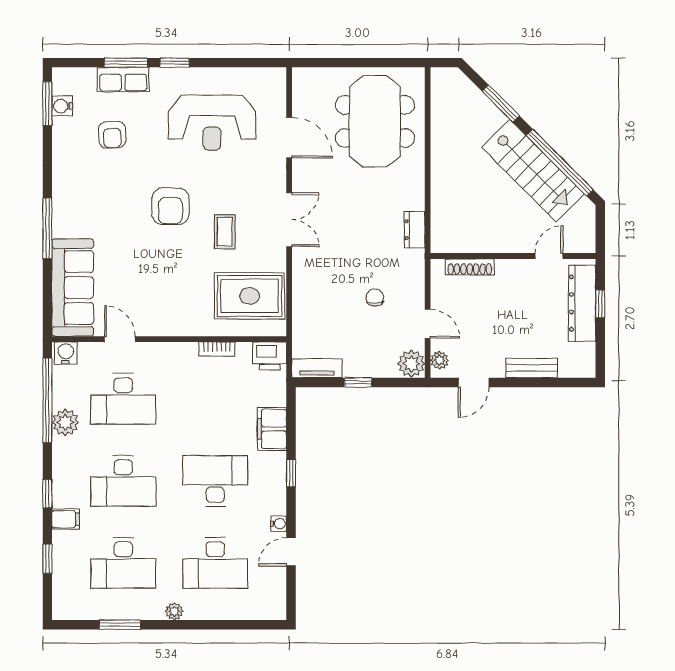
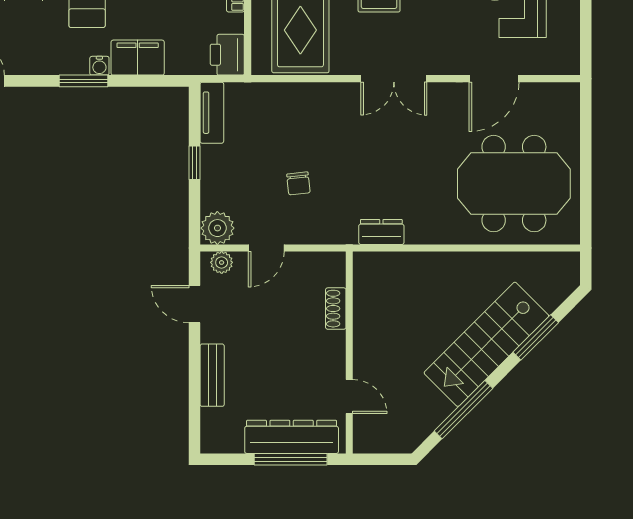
window: (560, 163) -> (464, 410), width x0.68
stairs: (533, 170) -> (486, 344), moved
shoe rack: (470, 267) -> (336, 309), width x0.70
chair: (375, 298) -> (298, 183), turned 86
window: (600, 304) -> (291, 459), width x2.17
window: (291, 473) -> (84, 81), width x1.50
water cooler: (279, 524) -> (99, 66), moved

